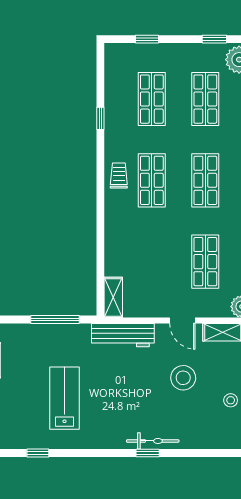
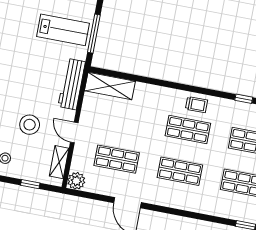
shelving: (113, 297) -> (110, 86), width x1.50, depth x1.33
door: (182, 321) -> (74, 133), hinge flipped
lab bench: (64, 398) -> (63, 30), moved

